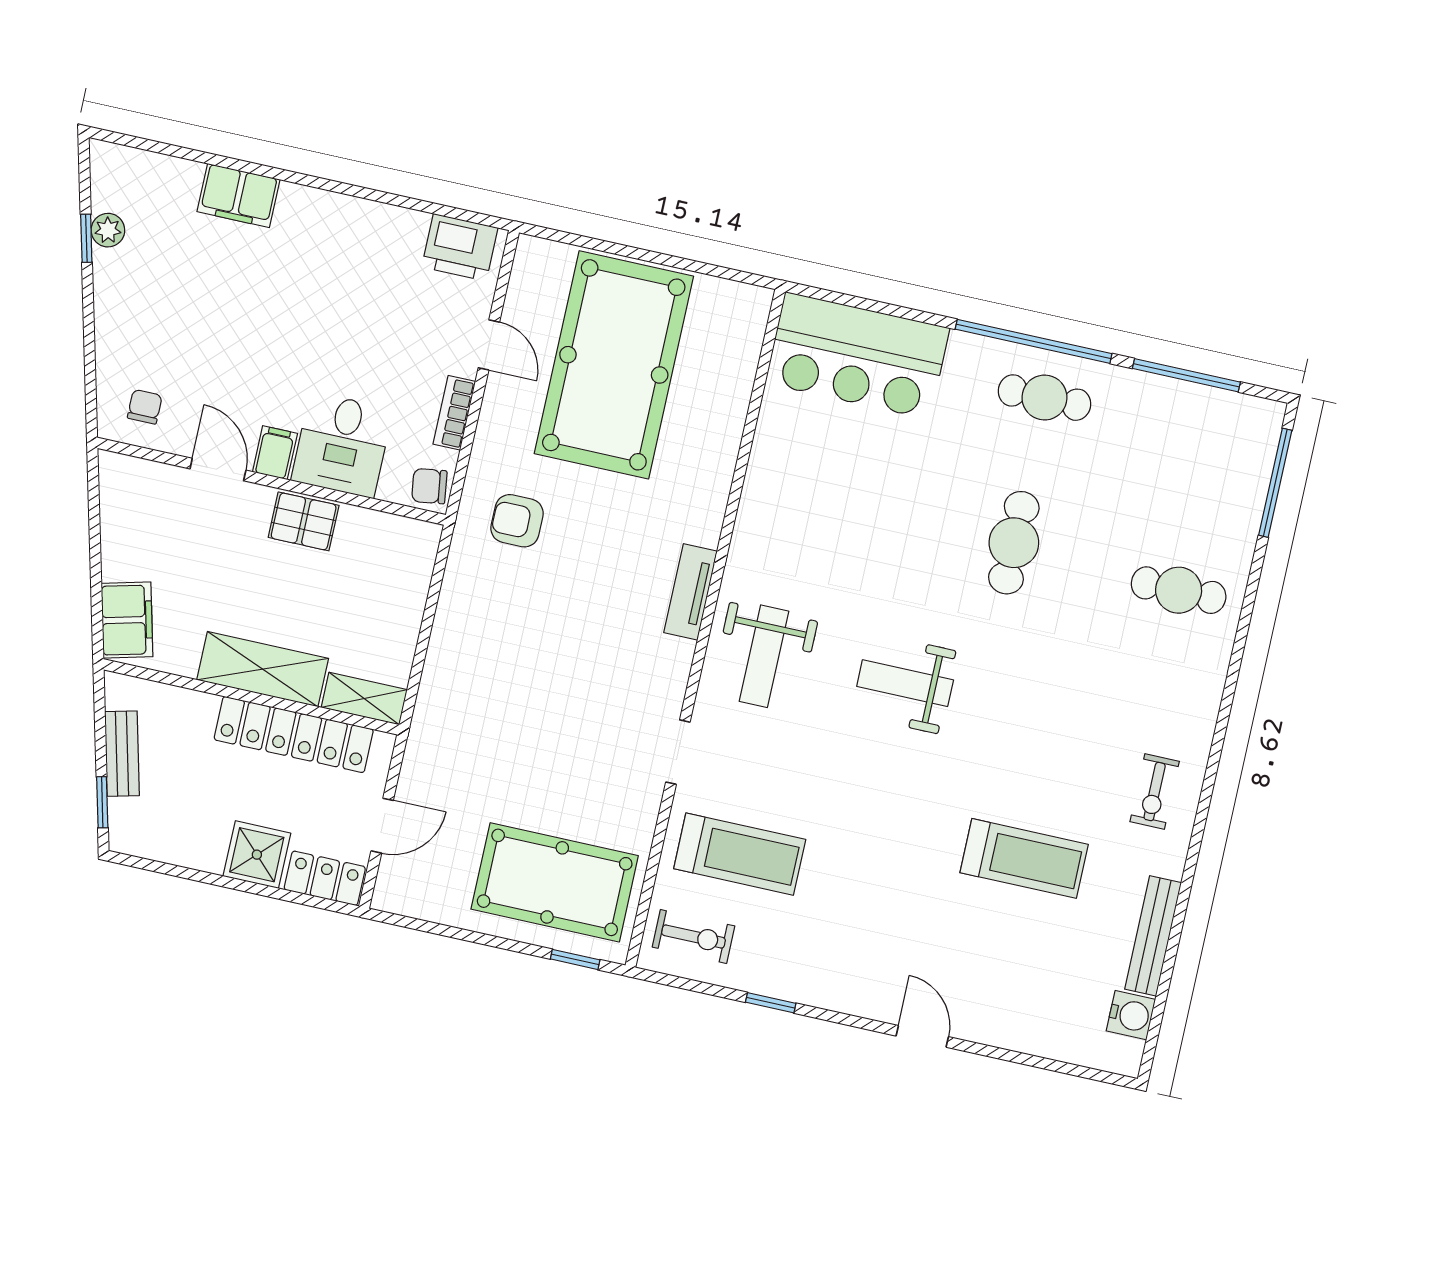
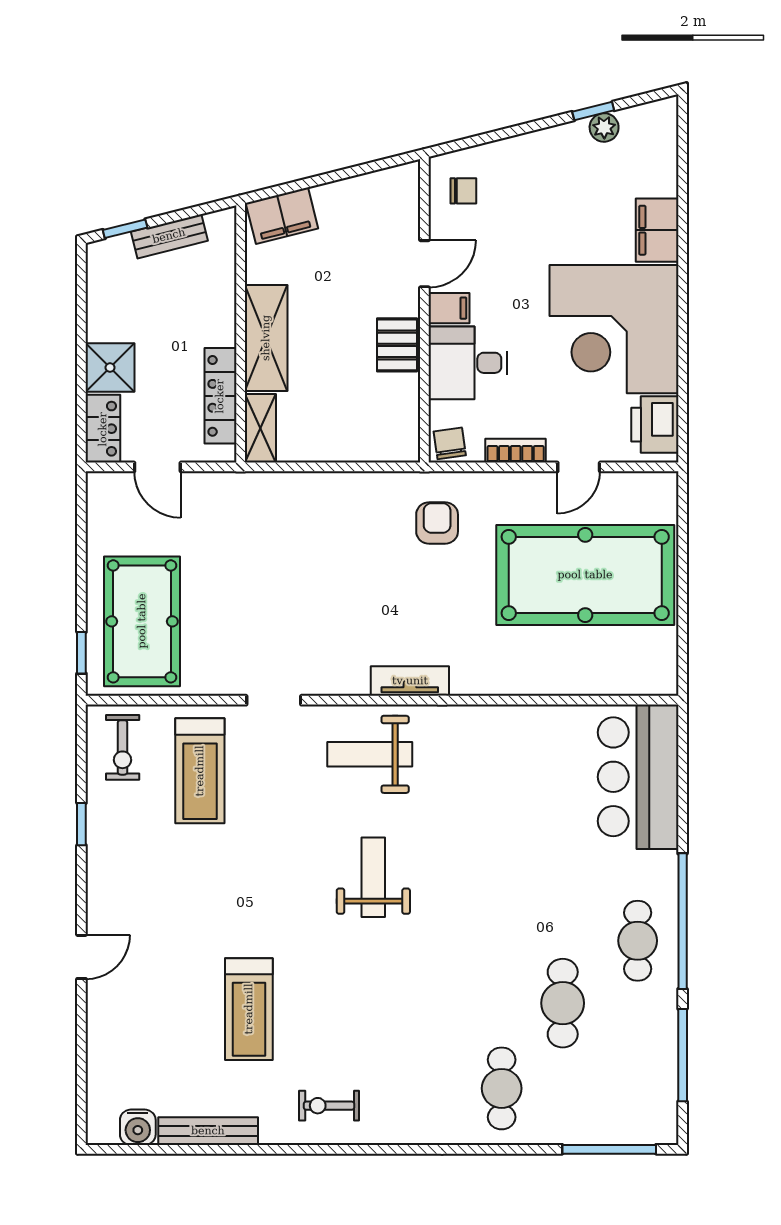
corner desk: (340, 270) -> (614, 329), added
cafe table: (1014, 543) -> (563, 1003), moved, turned 90
locker: (294, 735) -> (220, 396), width x0.71, depth x0.83

